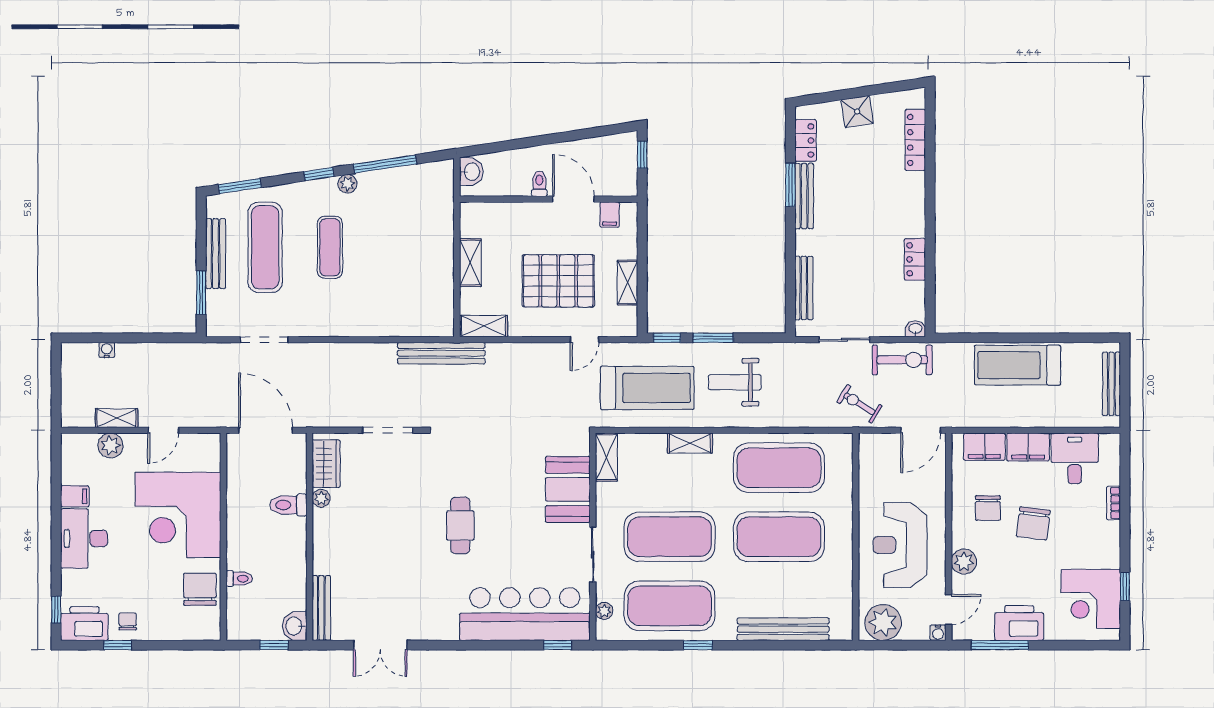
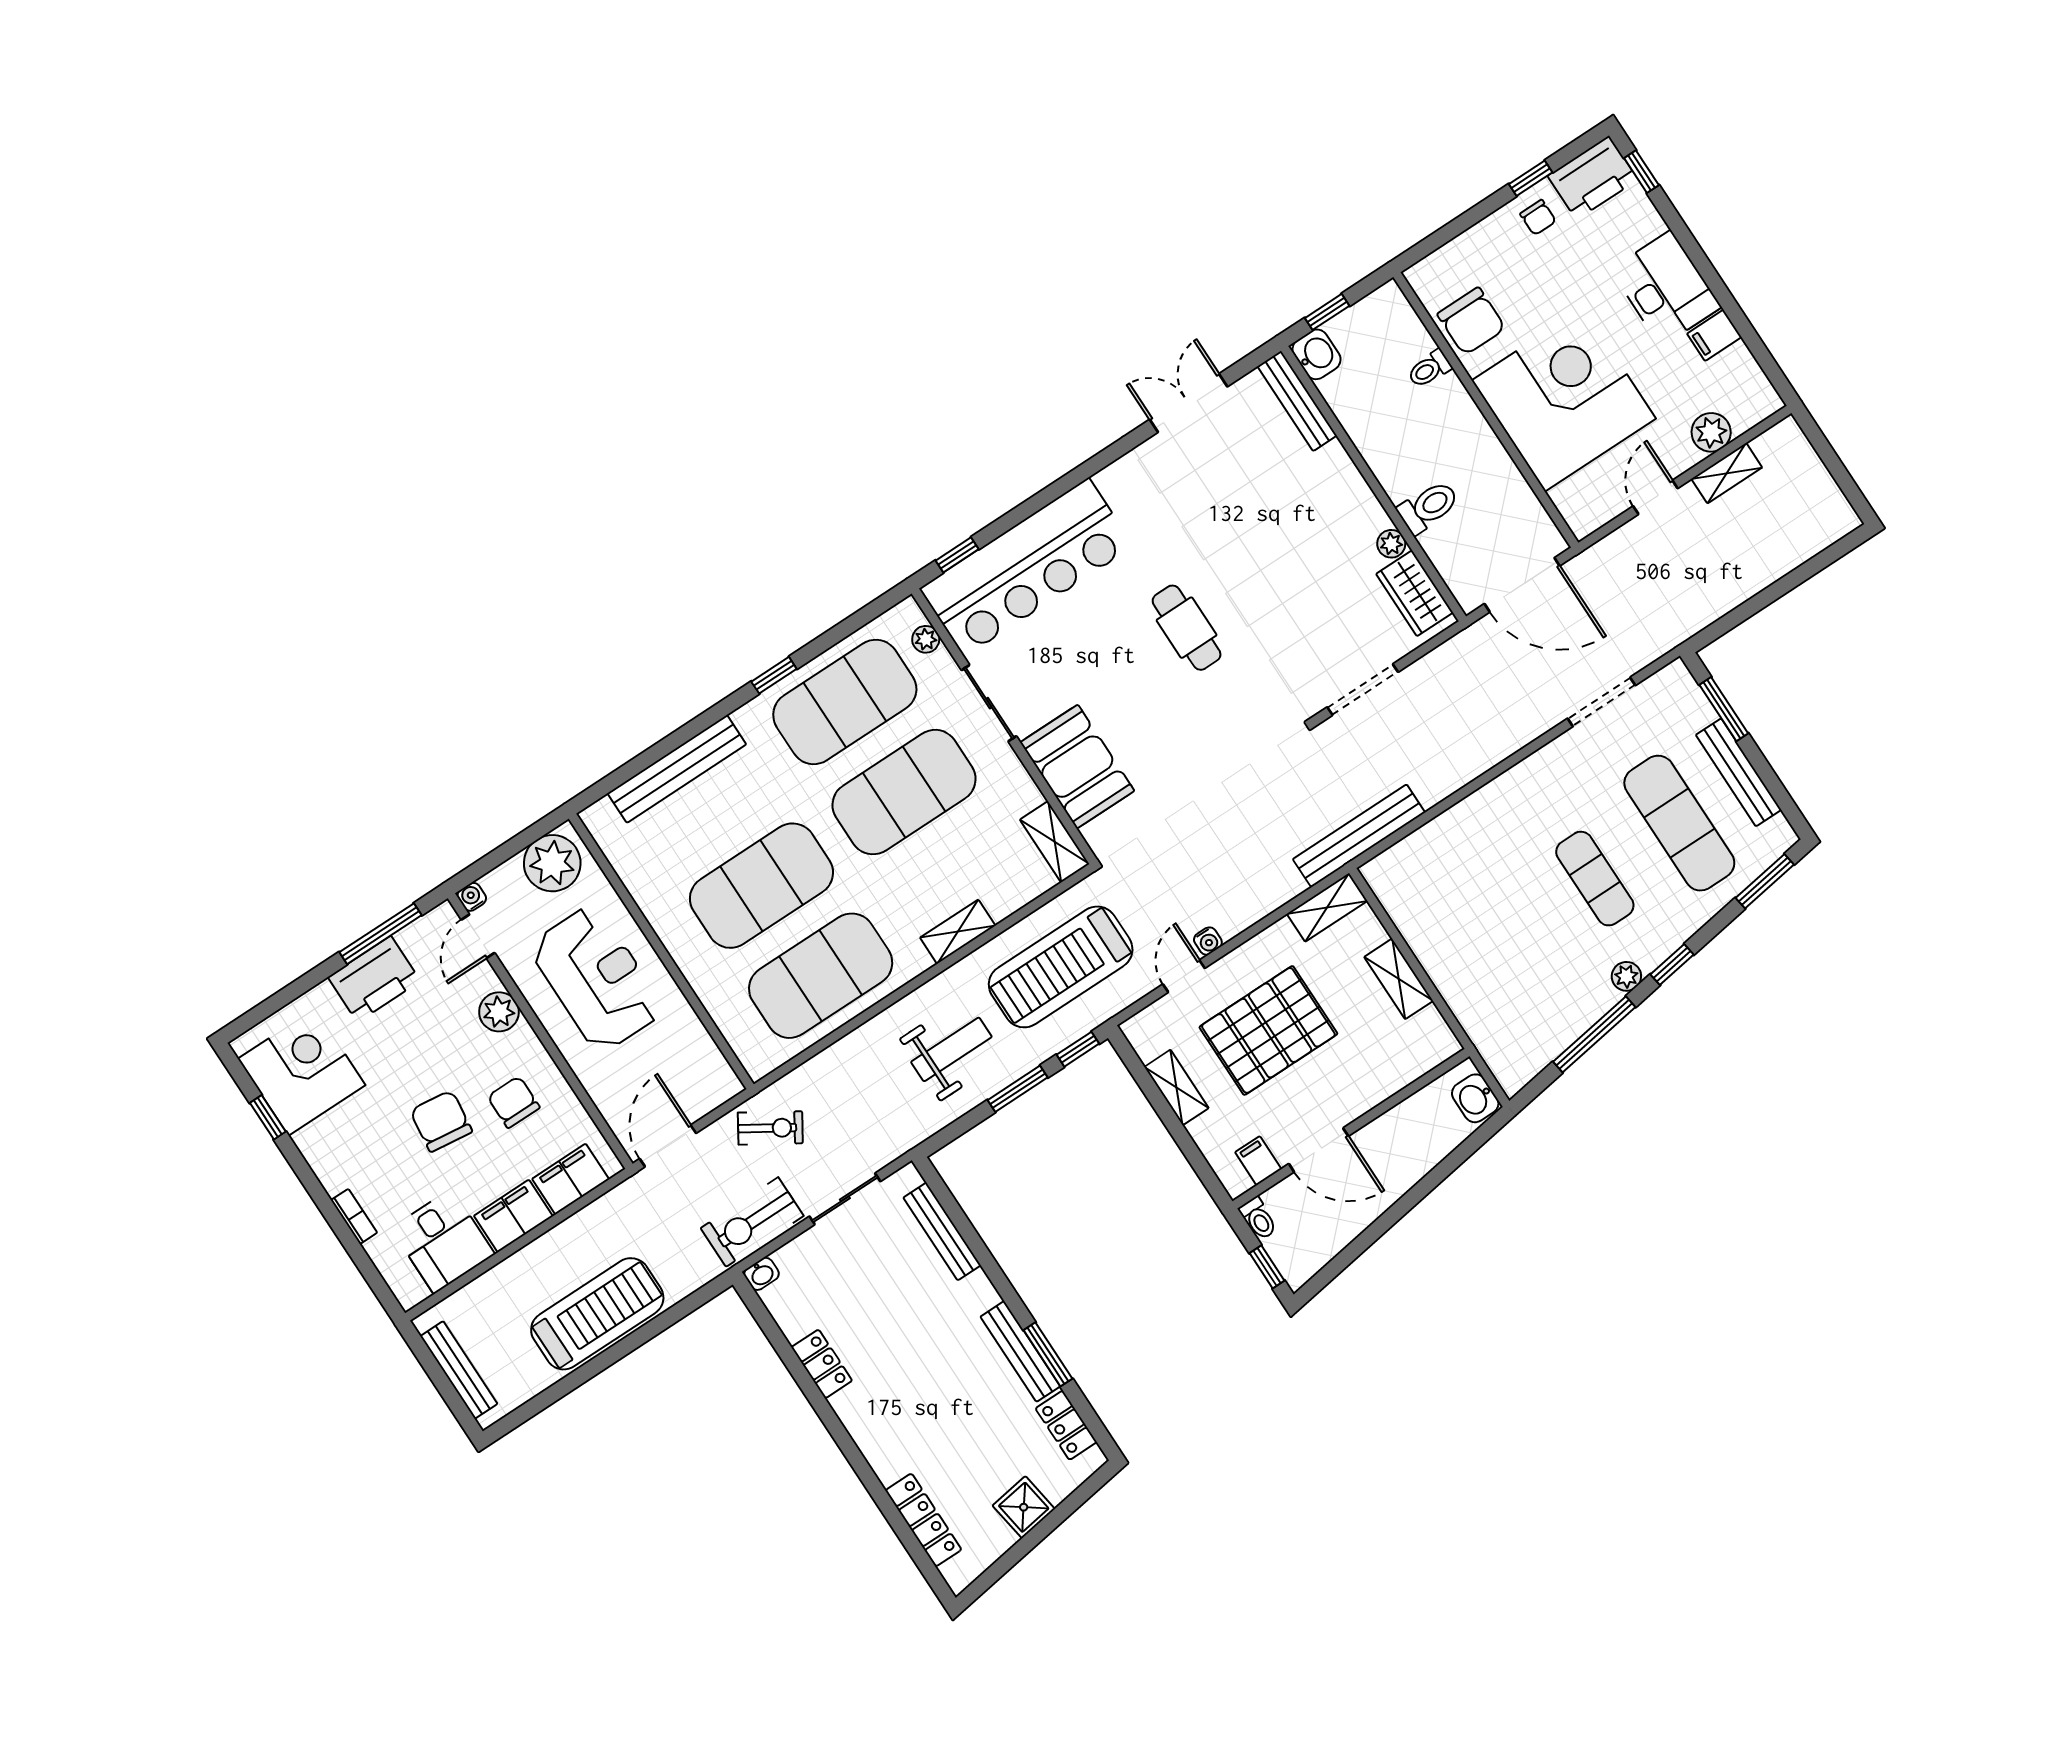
toilet: (539, 184) -> (1258, 1218), moved
water cooler: (107, 350) -> (1208, 941), moved

